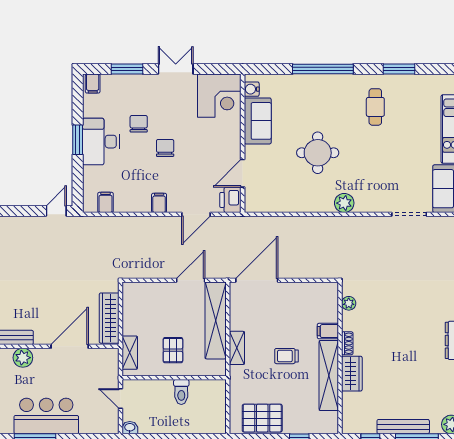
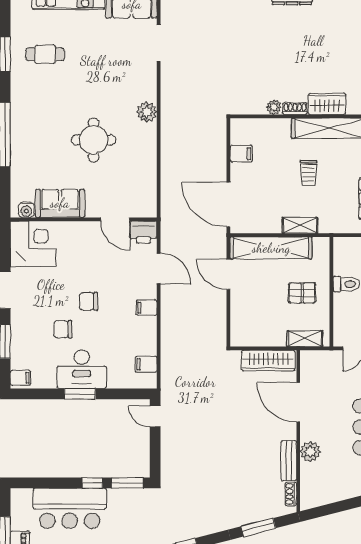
cafe table: (375, 107) -> (45, 54), moved
plant: (349, 303) -> (274, 107), moved
filing cabinet: (328, 331) -> (241, 154), moved, turned -90

